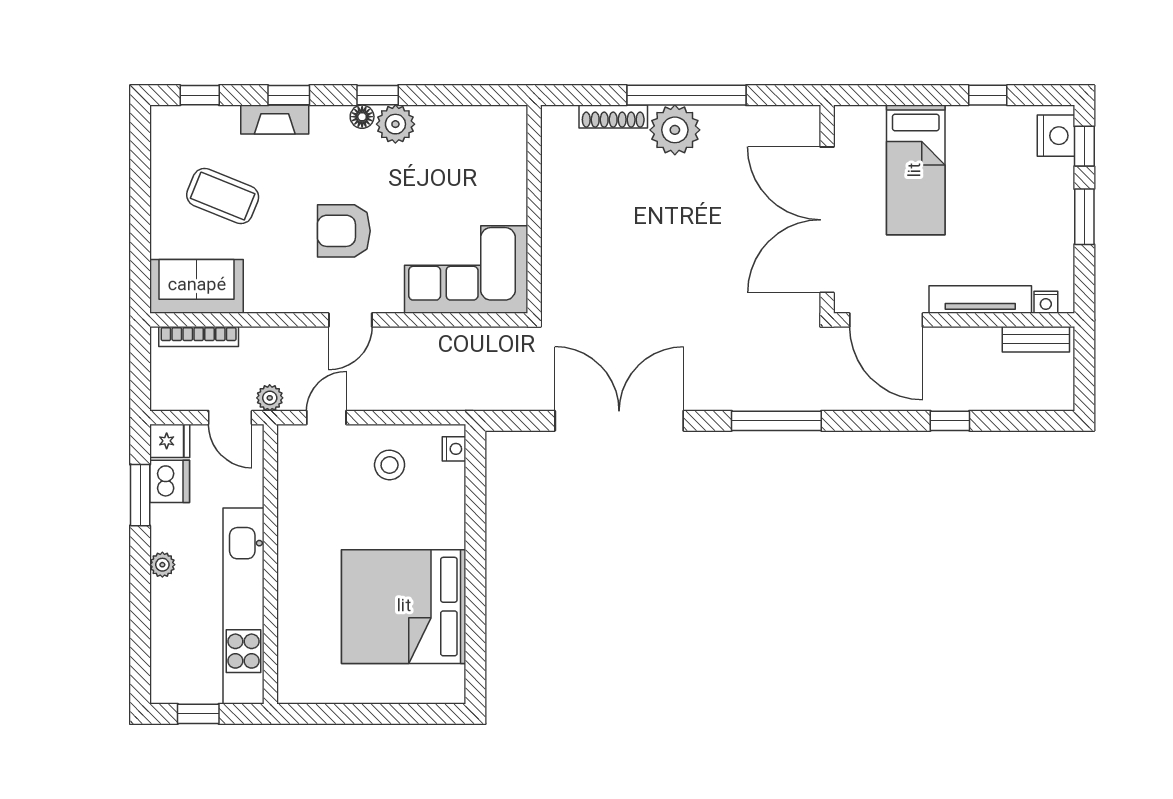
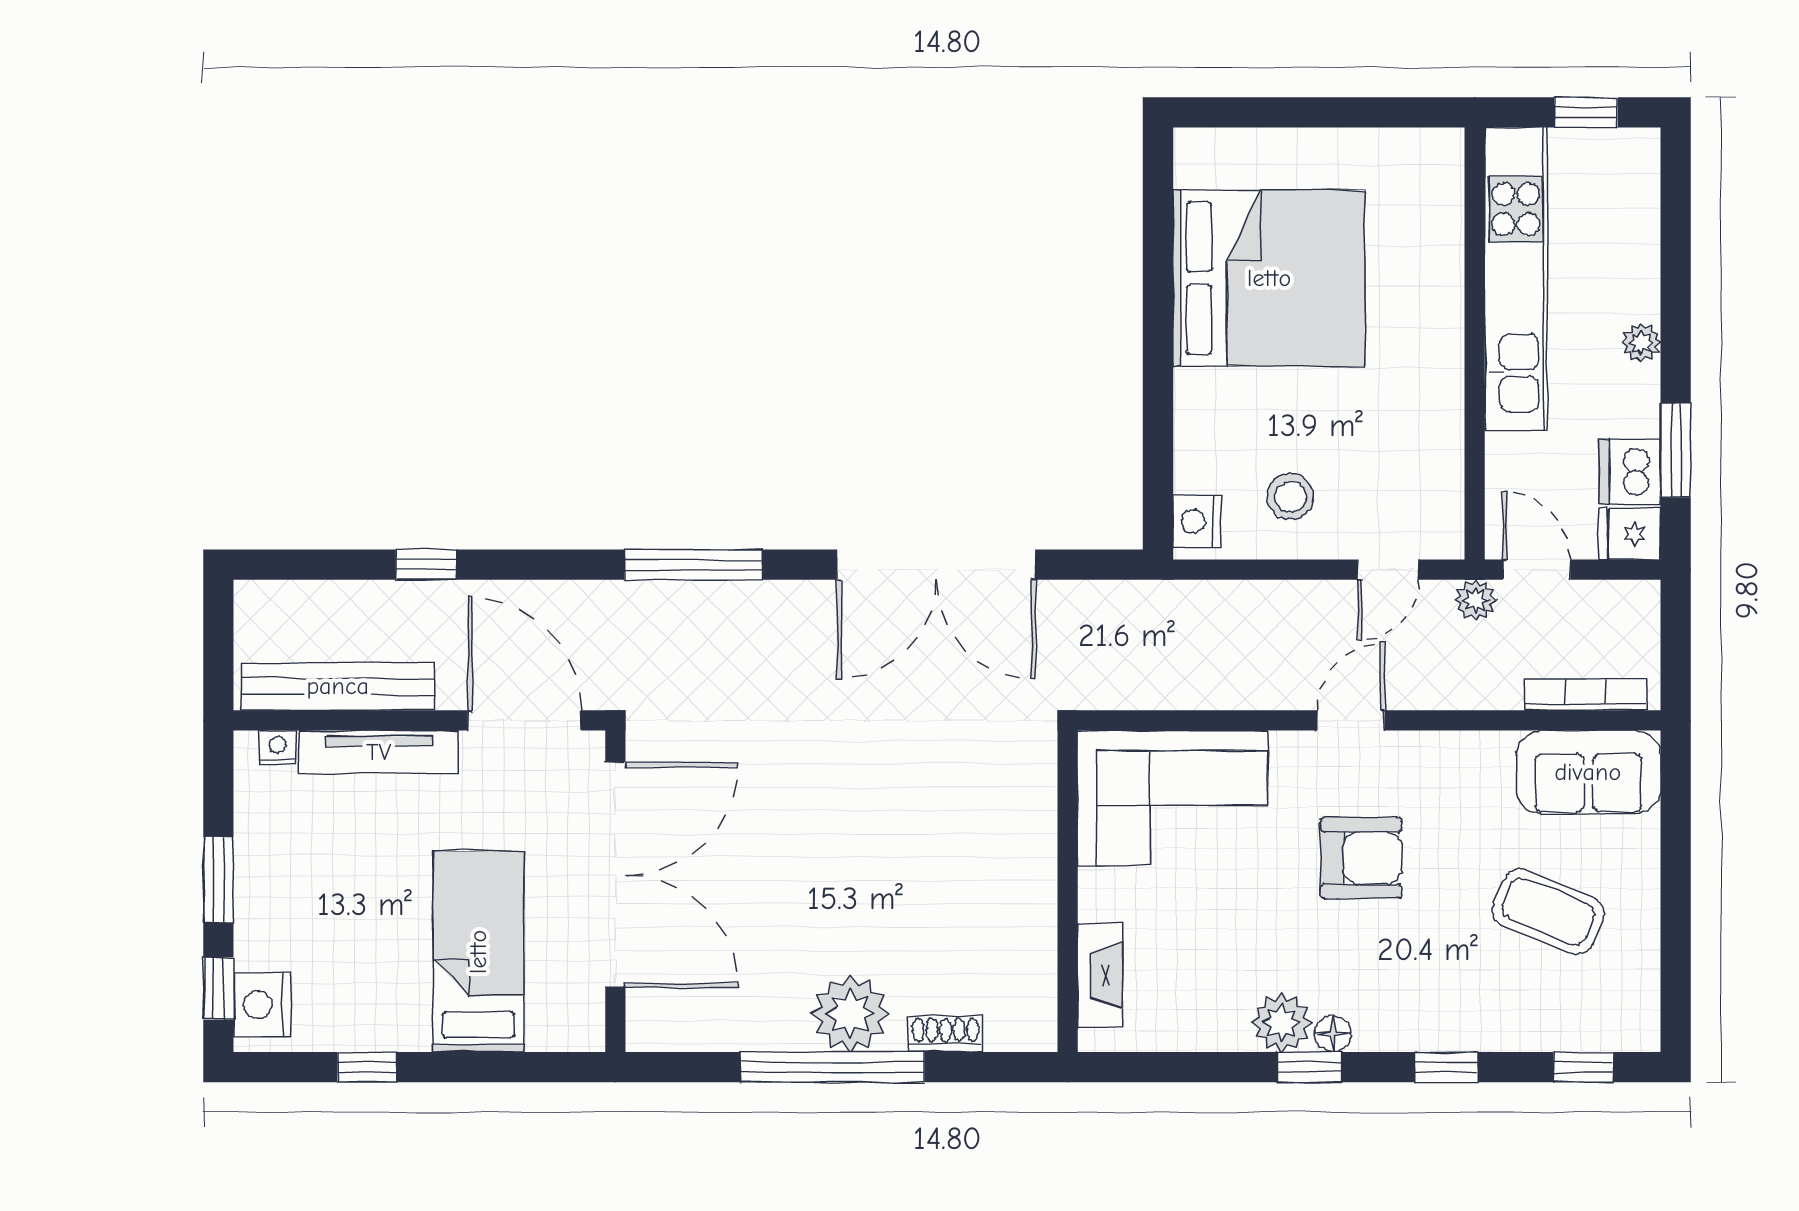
shoe rack: (613, 117) -> (945, 1034), width x0.70
fireplace: (275, 120) -> (1100, 975), moved, turned 90
bench: (1036, 339) -> (338, 686), width x1.86, depth x1.21
nightstand: (454, 449) -> (1197, 521), width x1.39, depth x1.35

